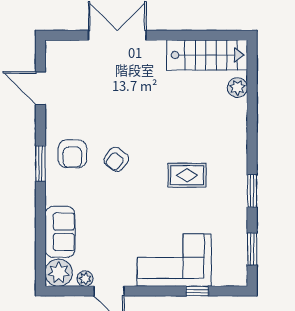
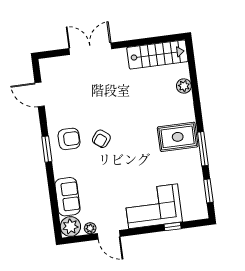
plant: (237, 88) -> (184, 86), moved
armchair: (72, 154) -> (69, 139), turned -90
rug: (187, 175) -> (178, 137), moved, width x1.36, depth x1.43
window: (252, 191) -> (203, 149), width x1.44

